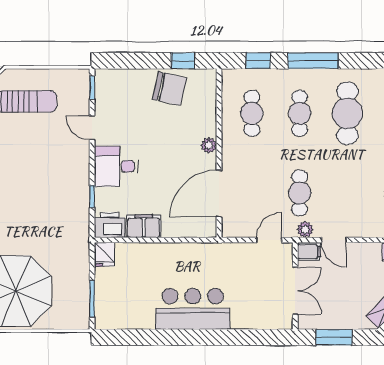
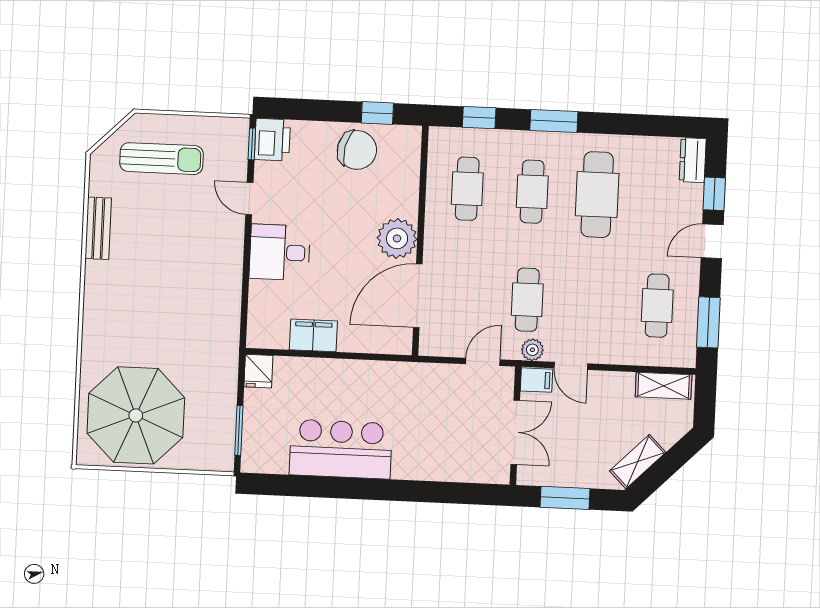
window: (313, 61) -> (554, 121), width x0.69
plant: (209, 145) -> (397, 238), width x1.87, depth x1.87
window: (92, 197) -> (245, 292), removed
printer: (110, 225) -> (272, 140), moved, turned 90
bar counter: (193, 309) -> (341, 449), moved

